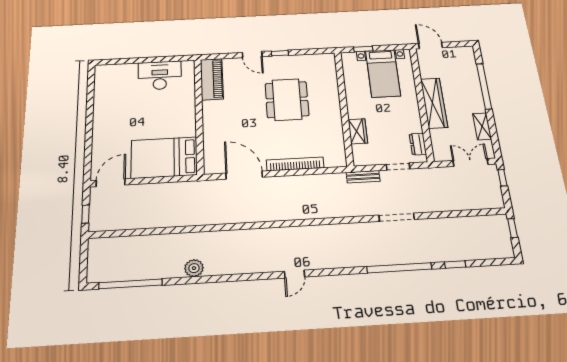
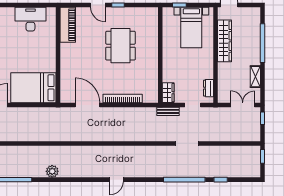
wardrobe: (434, 103) -> (225, 41), moved
wardrobe: (358, 131) -> (168, 93), moved

